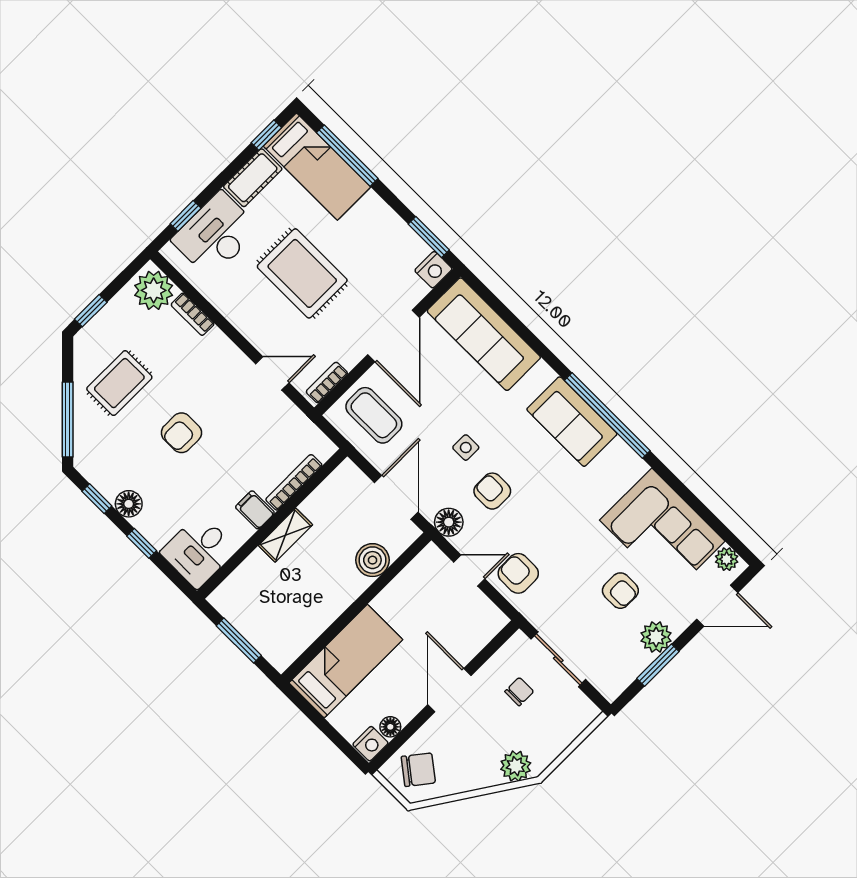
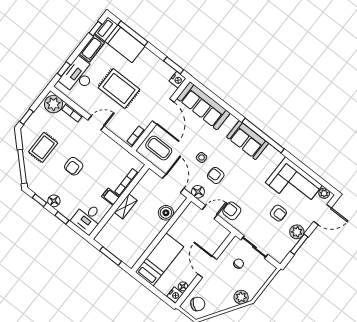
door: (272, 373) -> (96, 123), moved

